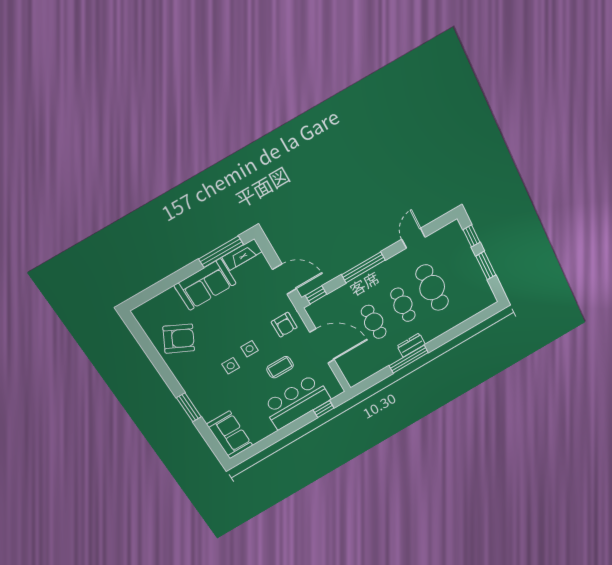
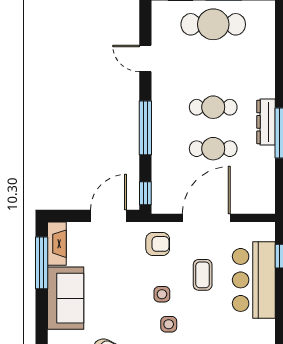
cafe table: (432, 288) -> (213, 24), moved
dresser: (411, 345) -> (266, 122), width x1.44

